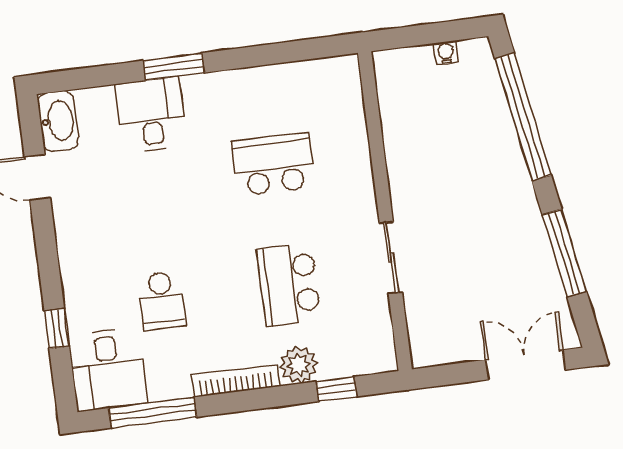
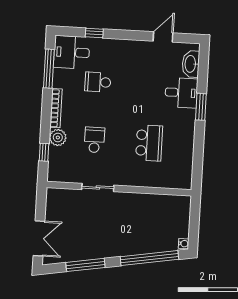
water cooler: (446, 53) -> (184, 244), moved
washbasin: (58, 121) -> (191, 64), moved, turned 90
school desk: (289, 284) -> (94, 140), width x0.54

